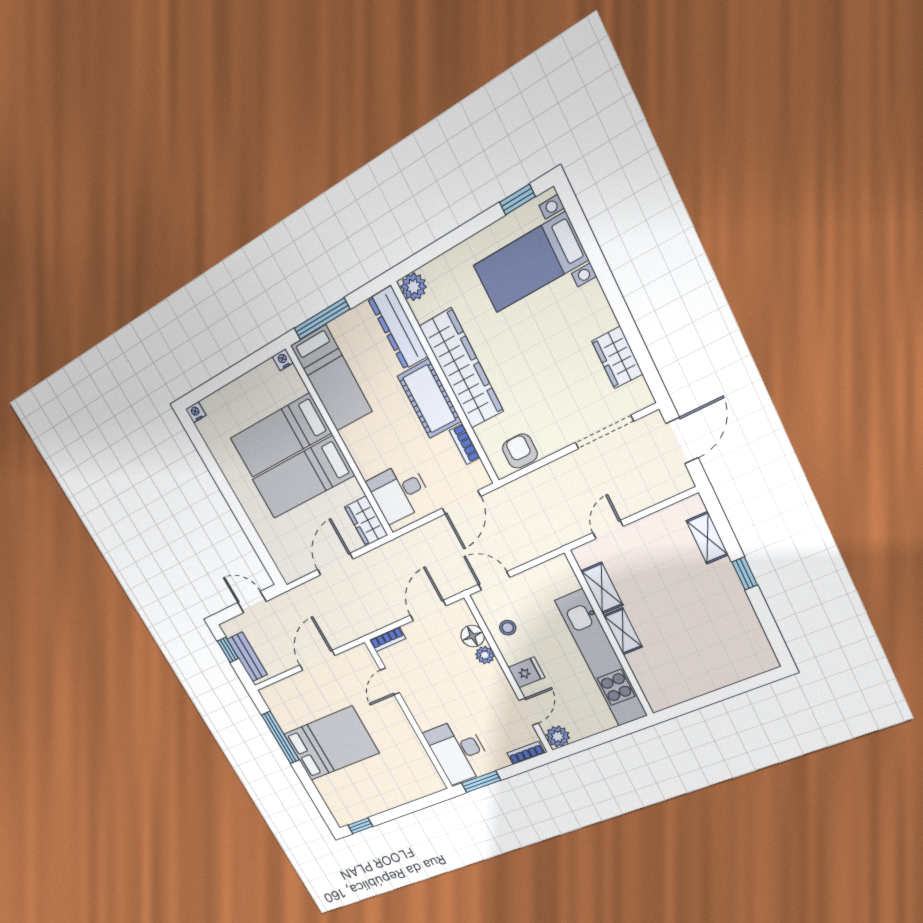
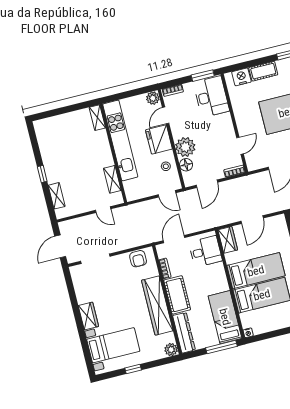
window: (517, 199) -> (133, 369), moved
wardrobe: (617, 358) -> (88, 316), moved
door: (608, 530) -> (103, 210), hinge flipped
shelving: (623, 631) -> (97, 118), moved
plant: (485, 655) -> (185, 147), width x1.88, depth x1.88
fridge: (526, 672) -> (159, 139), width x1.88, depth x1.34
nightstand: (418, 787) -> (241, 77), added
cot: (386, 799) -> (263, 71), added

